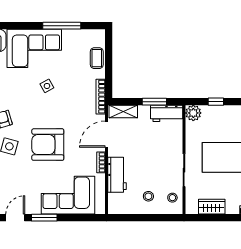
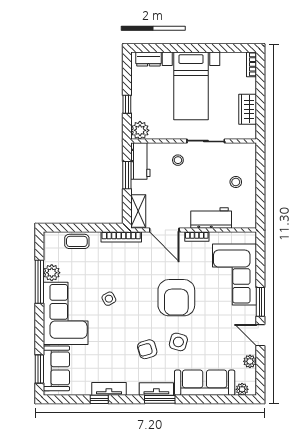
plant: (70, 36) -> (52, 273), added
stool: (172, 198) -> (178, 160), moved

